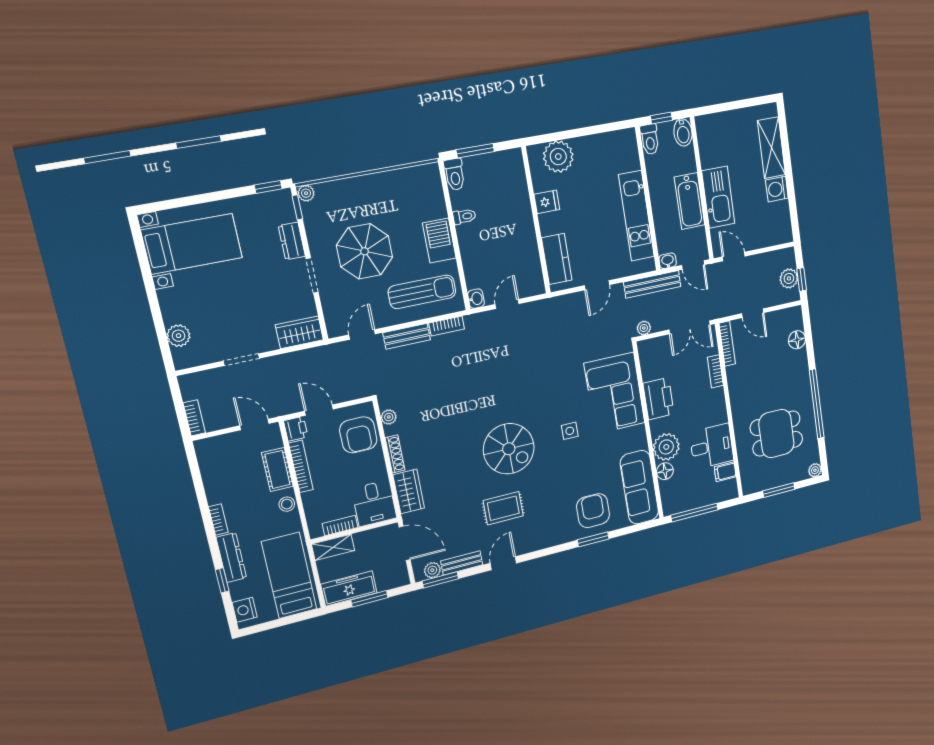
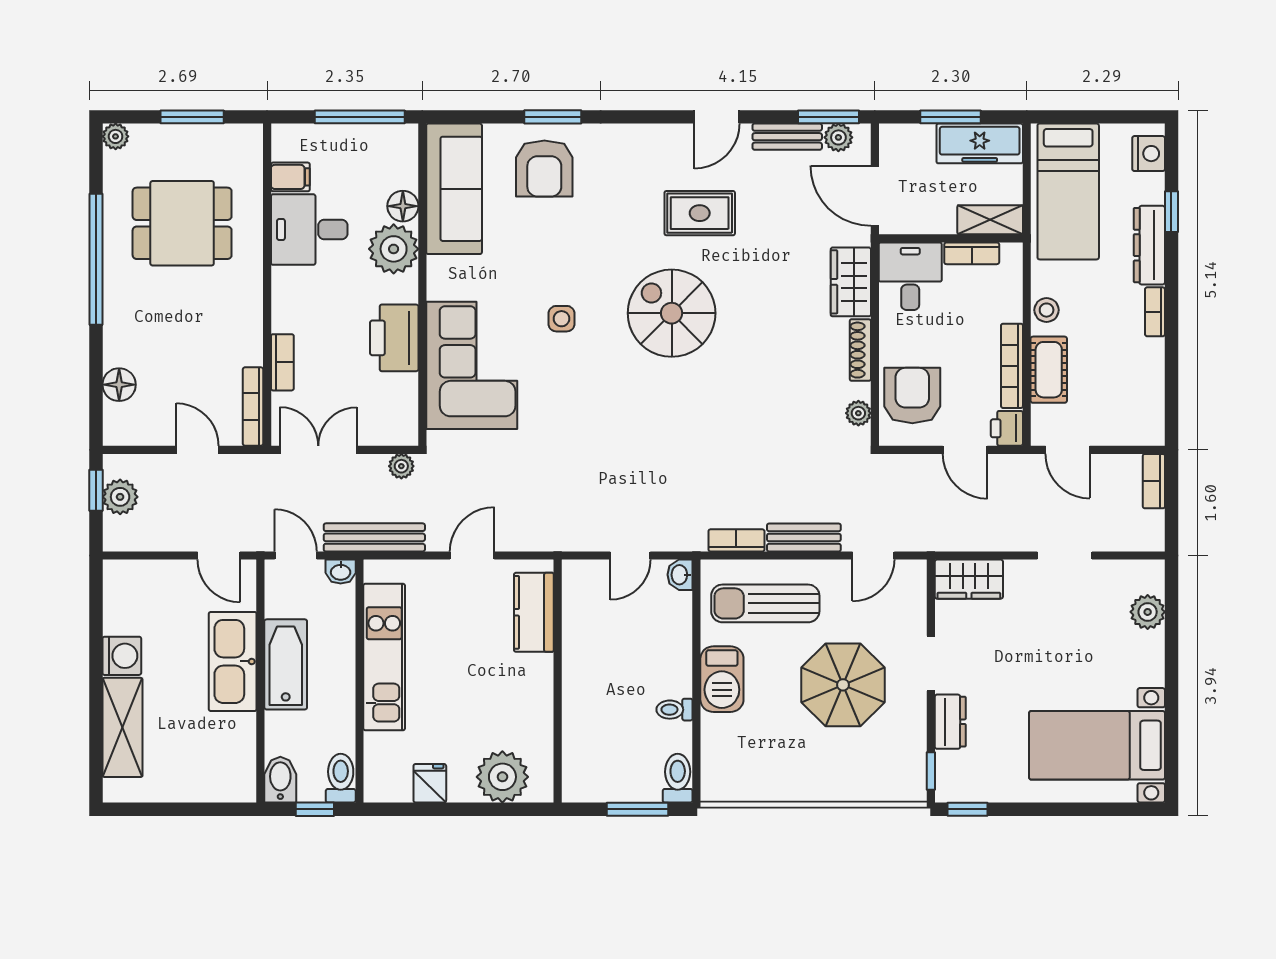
plant: (306, 193) -> (914, 790), removed
fridge: (547, 202) -> (430, 783), moved, turned 90

